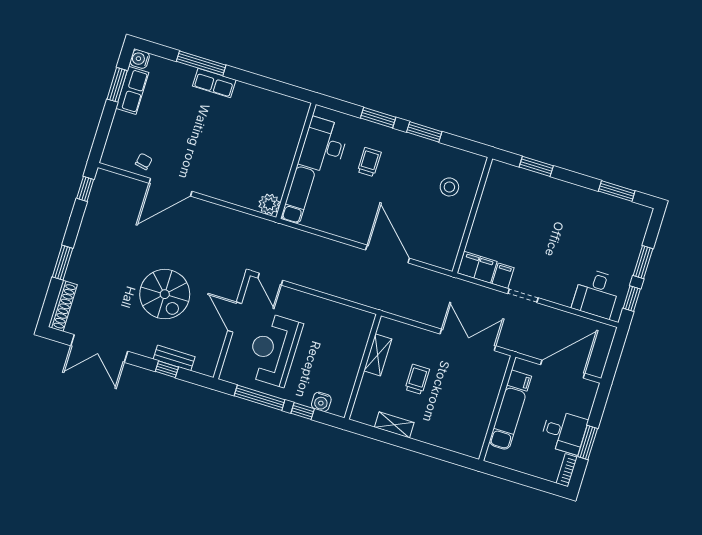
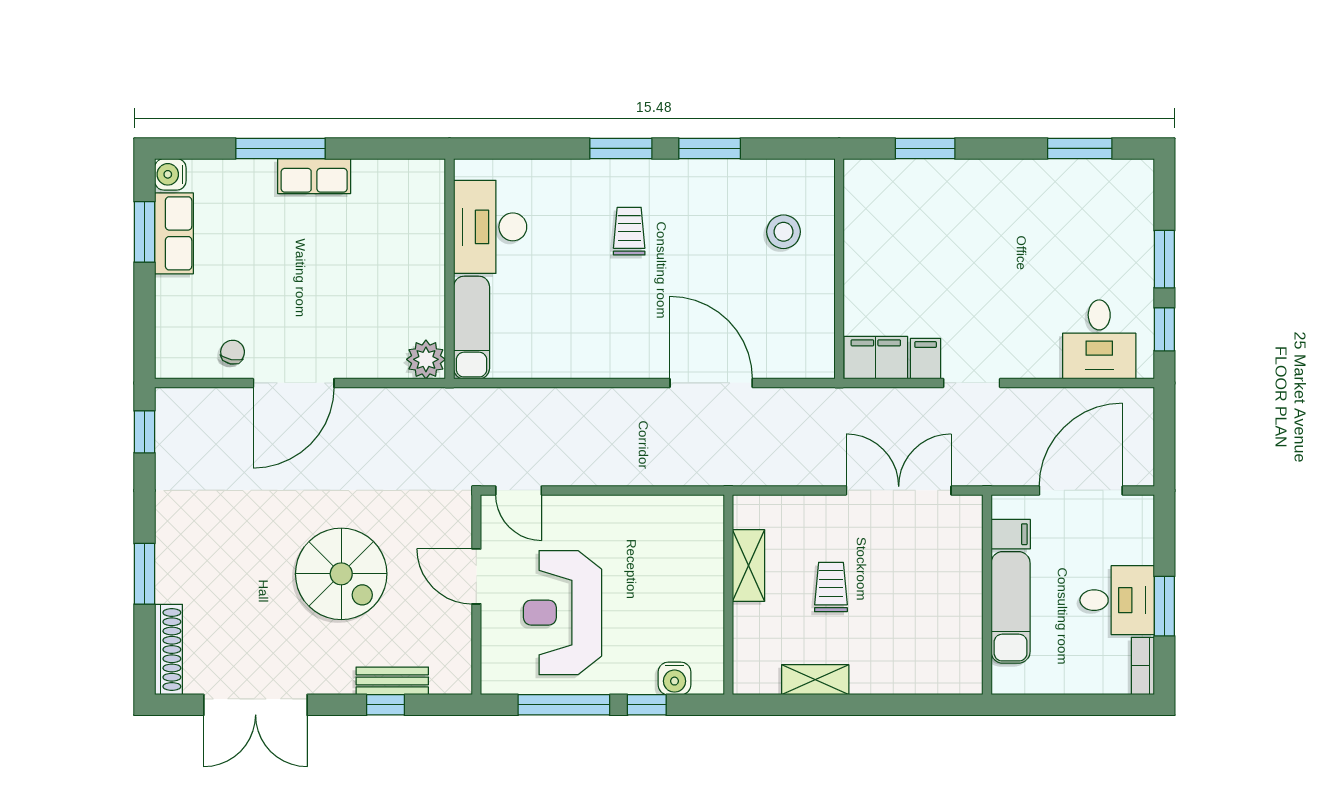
desk: (324, 146) -> (490, 227), moved
wall: (296, 161) -> (449, 269), moved
exam couch: (298, 195) -> (472, 328), moved
plant: (269, 204) -> (426, 359), moved

